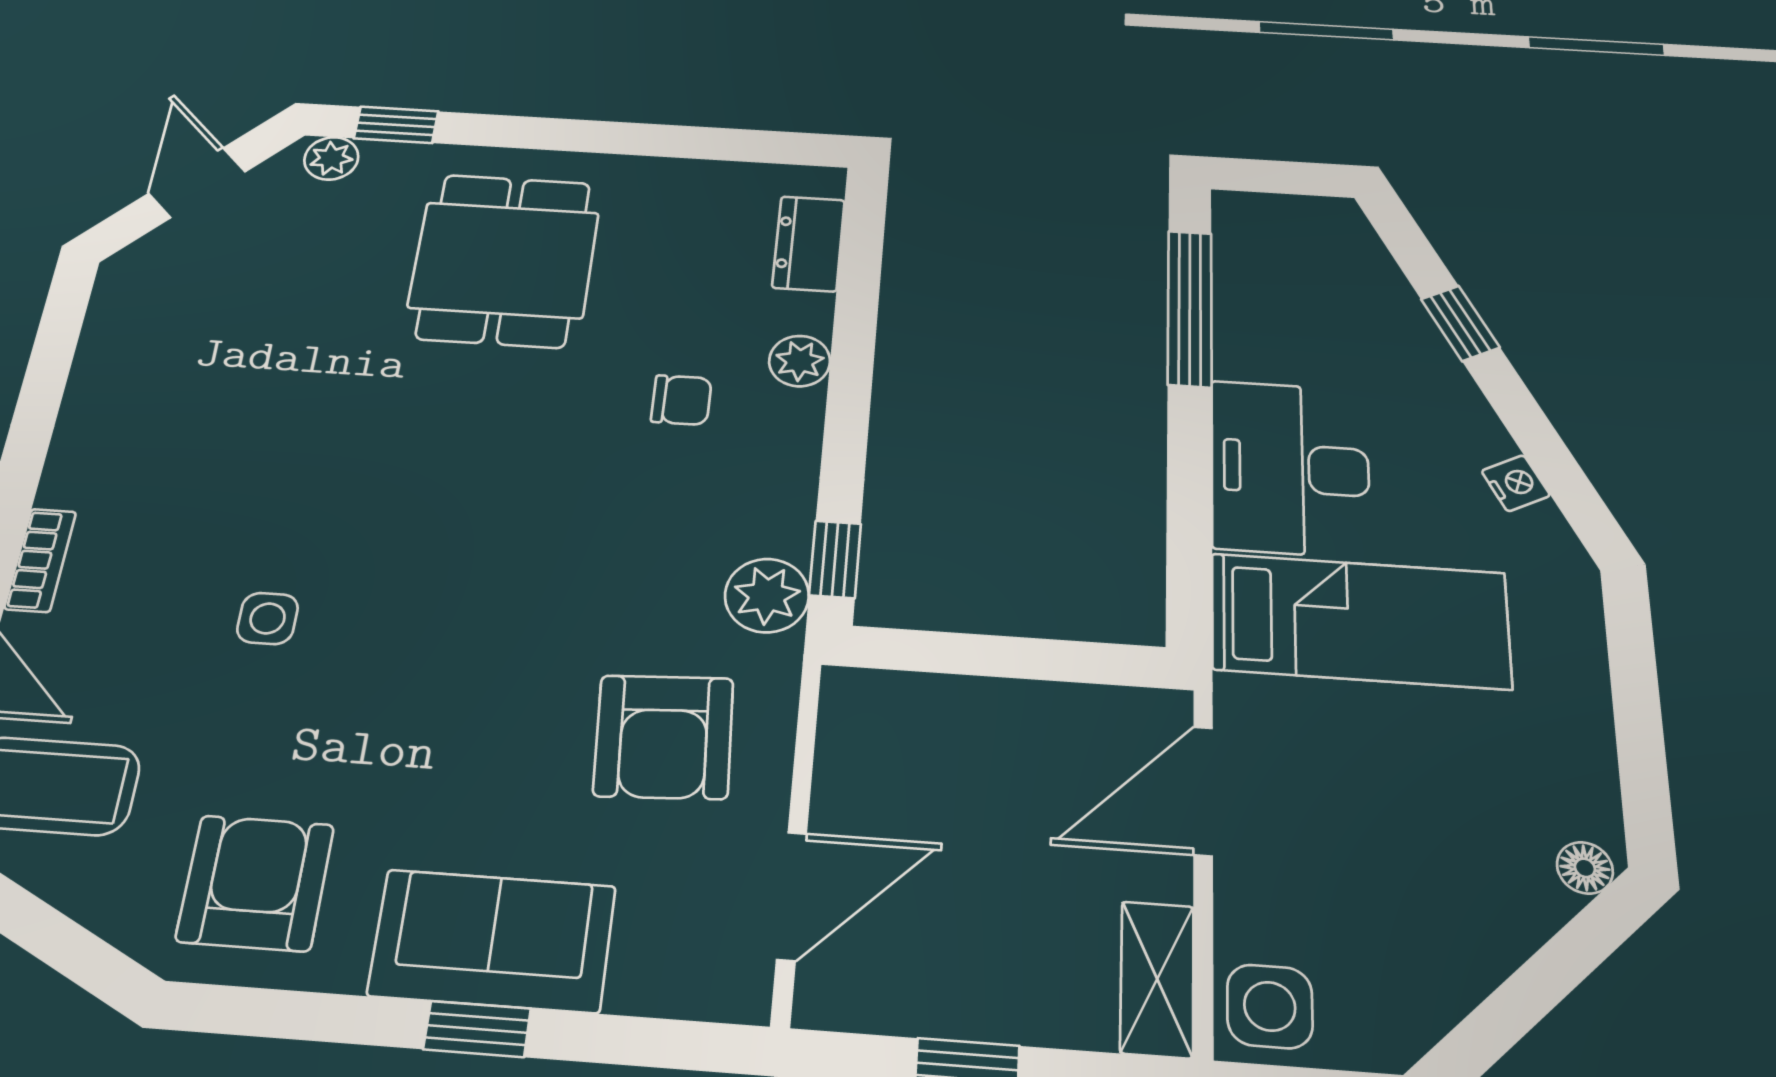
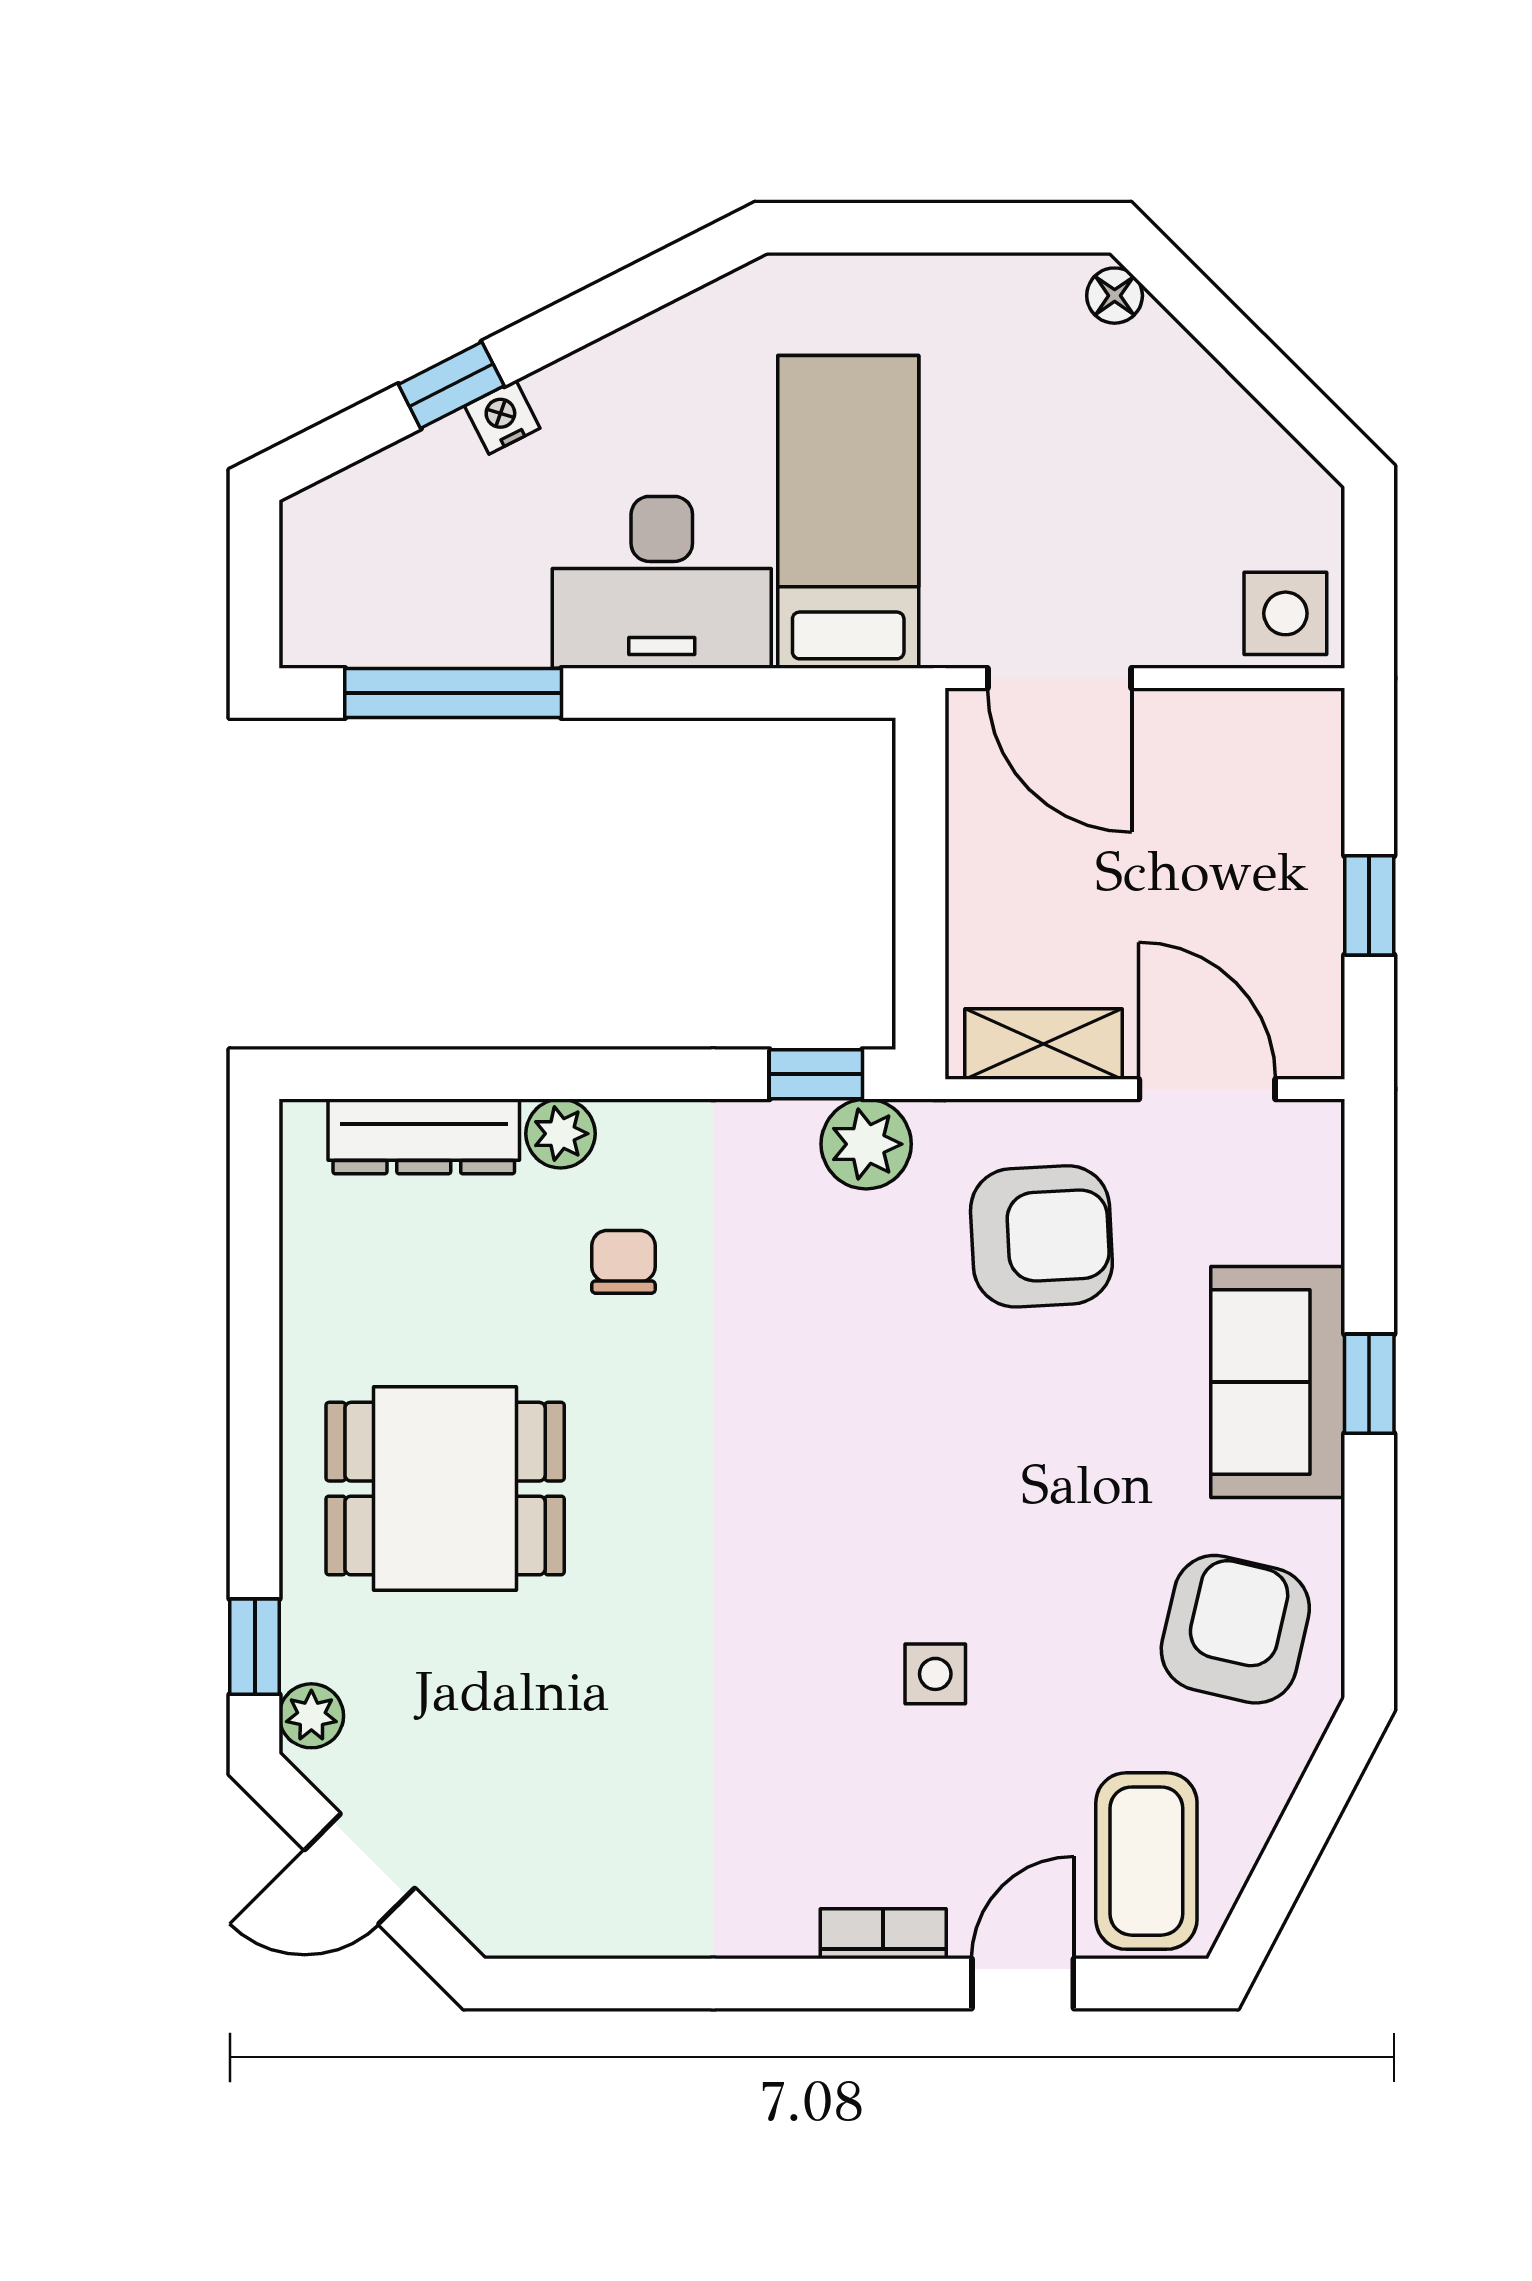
dresser: (809, 244) -> (424, 1136), width x1.44
nightstand: (1516, 483) -> (502, 417), moved
armchair: (255, 883) -> (1235, 1629), turned 103
shelving: (1157, 979) -> (1044, 1044), moved

